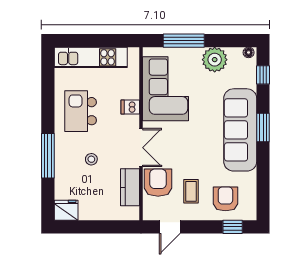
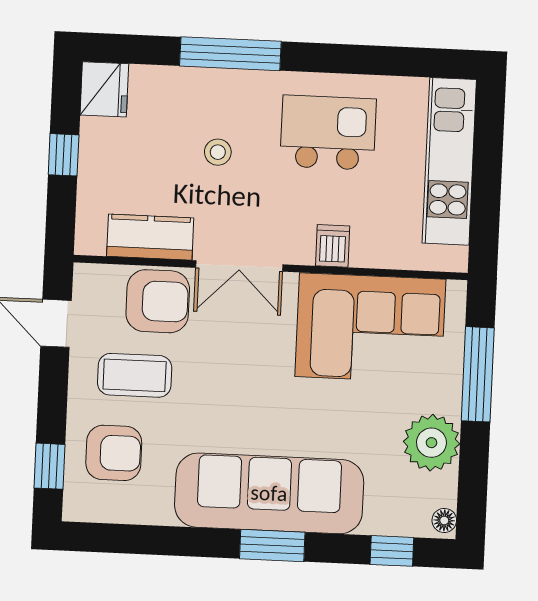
coffee table: (191, 191) -> (135, 375), width x1.36, depth x1.30
window: (96, 227) -> (64, 155), added

